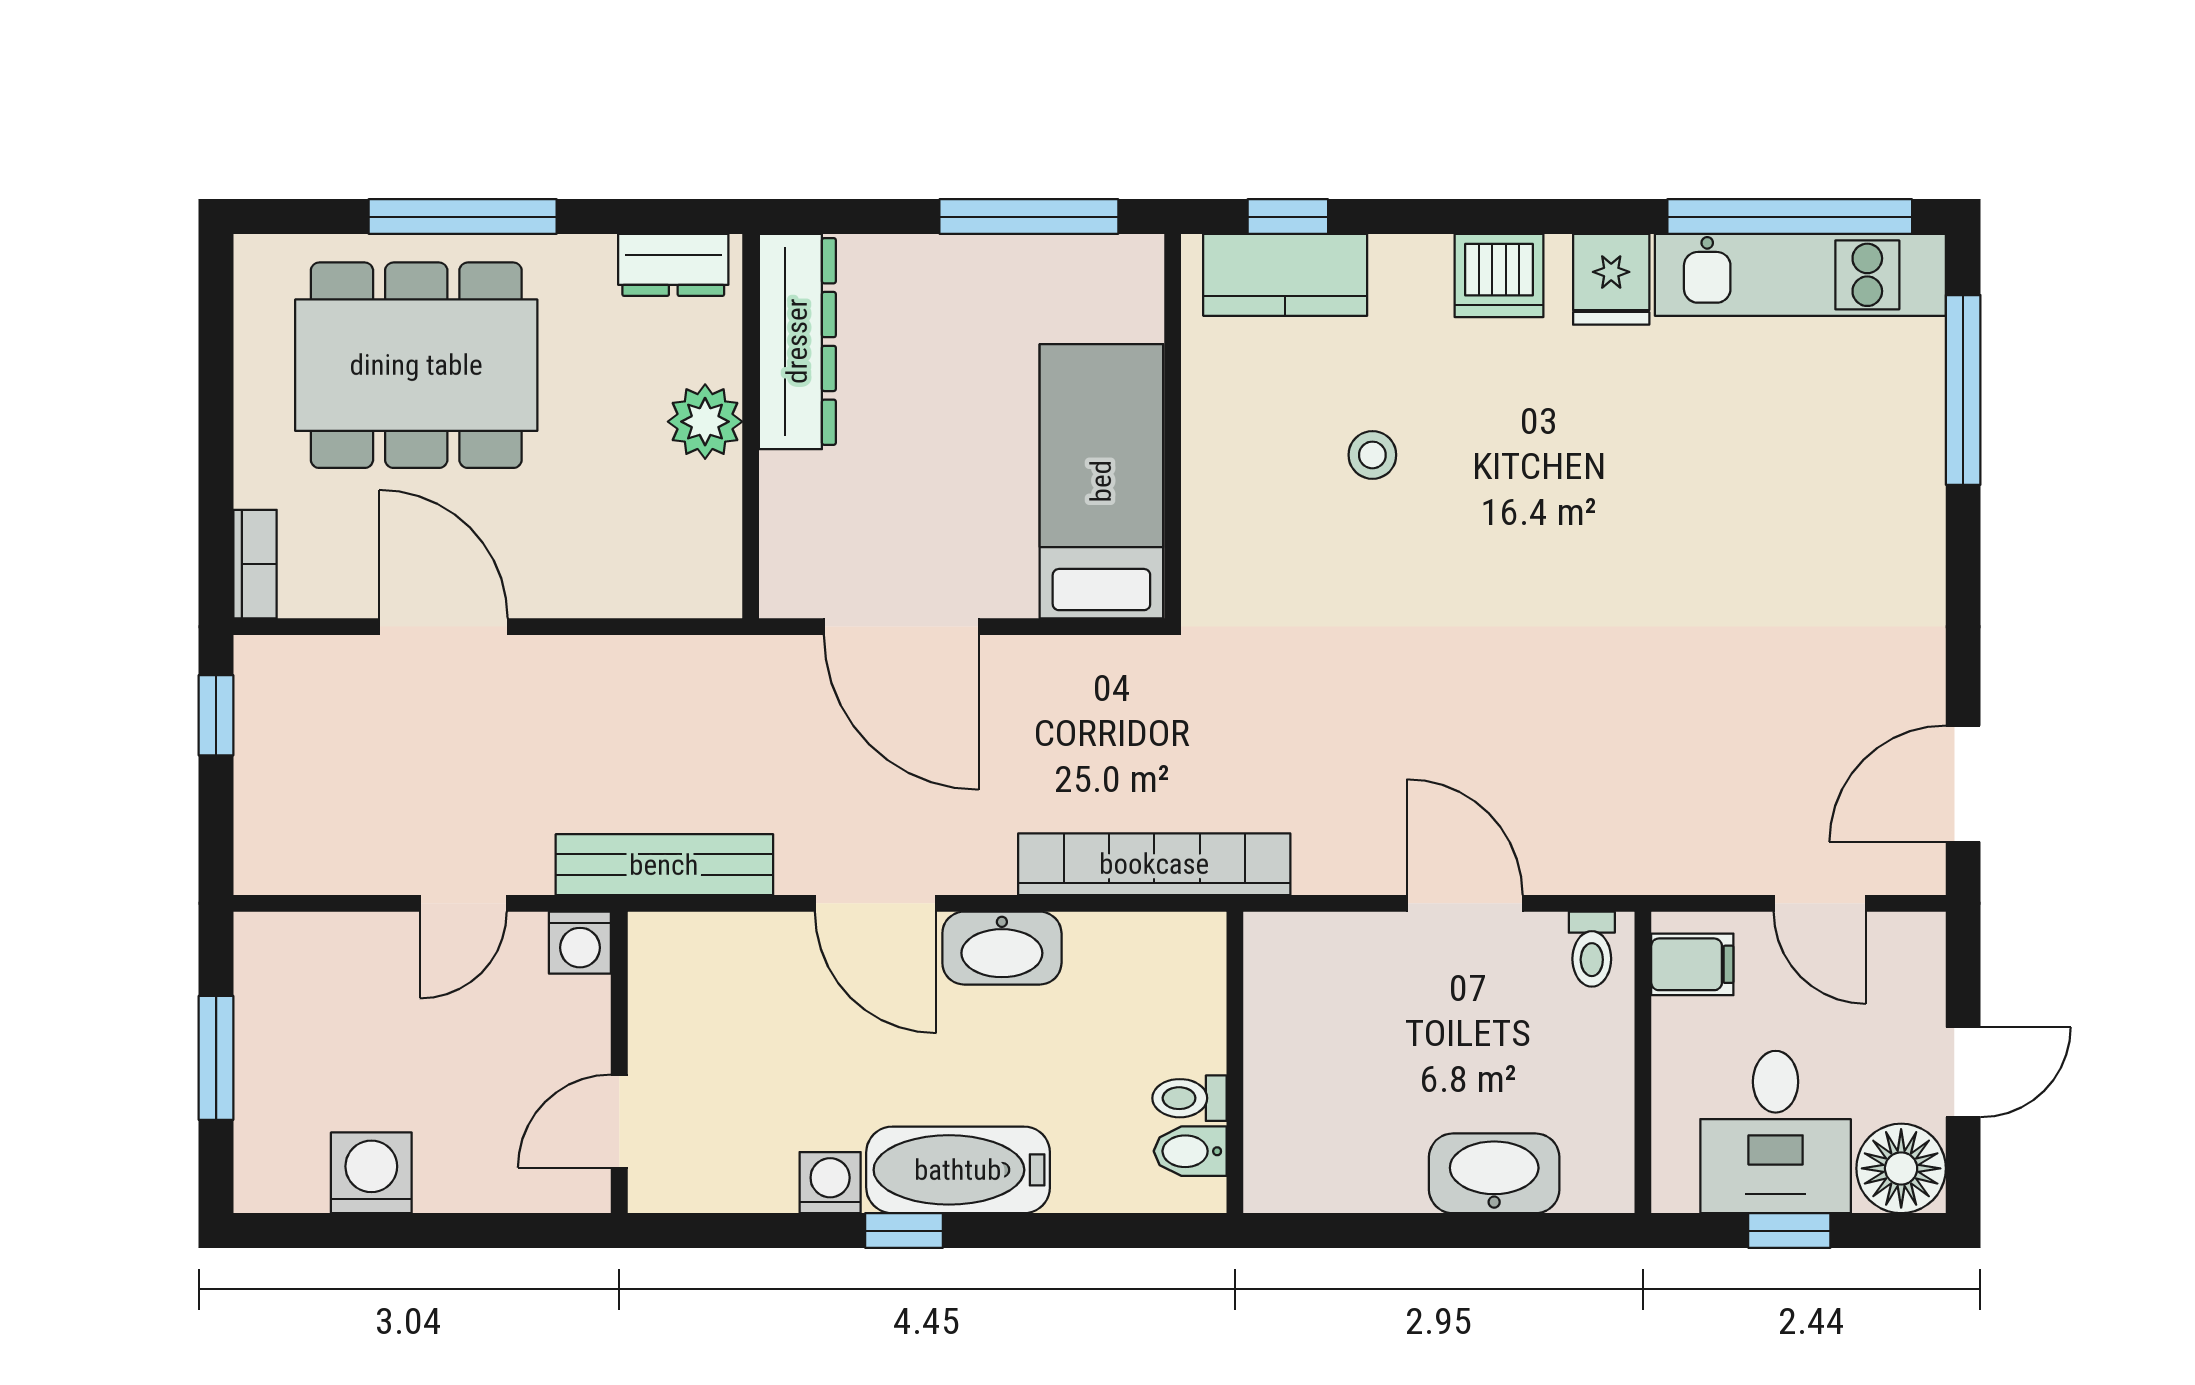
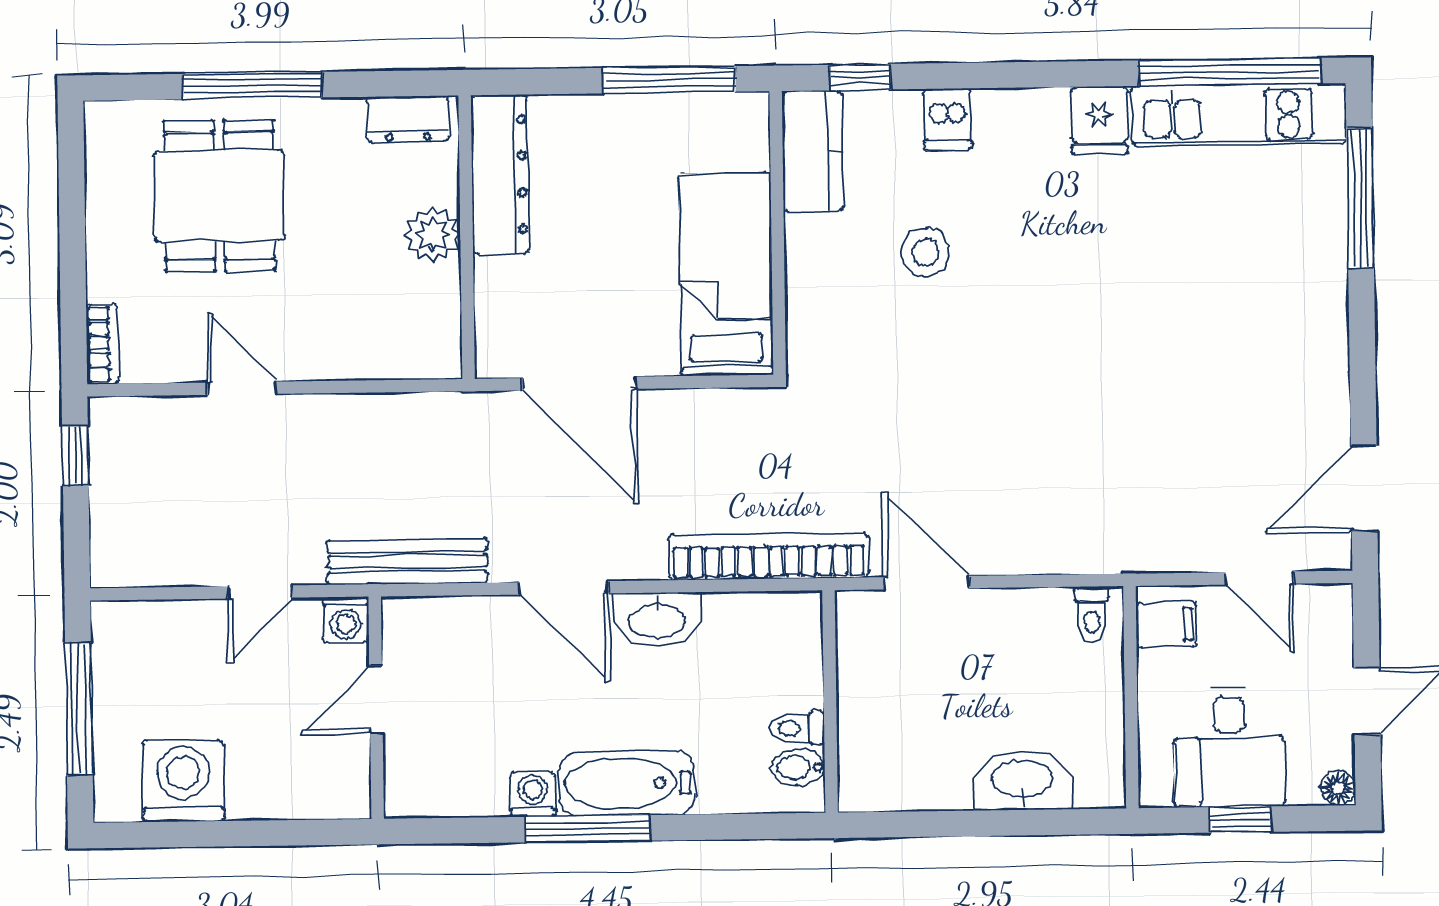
kitchen counter: (1285, 275) -> (813, 151), moved, turned -90
dishwasher: (1499, 275) -> (947, 119), moved, width x0.73
dining table: (416, 365) -> (219, 196), width x0.73
stool: (1372, 455) -> (925, 252), width x1.37, depth x1.37
door: (443, 627) -> (242, 388), width x0.73
door: (1465, 903) -> (926, 583), moved
window: (216, 1058) -> (79, 708), width x1.44
door: (619, 1121) -> (376, 700), moved
floor lamp: (1901, 1168) -> (1338, 788), width x0.53, depth x0.53
washing machine: (371, 1173) -> (183, 781), width x1.37, depth x1.37
window: (904, 1231) -> (588, 829), width x2.17

